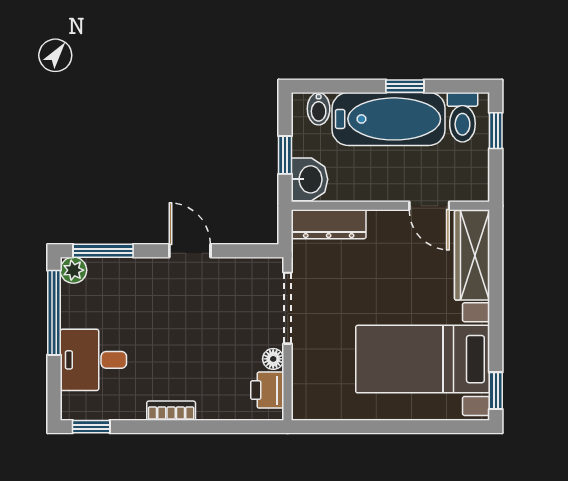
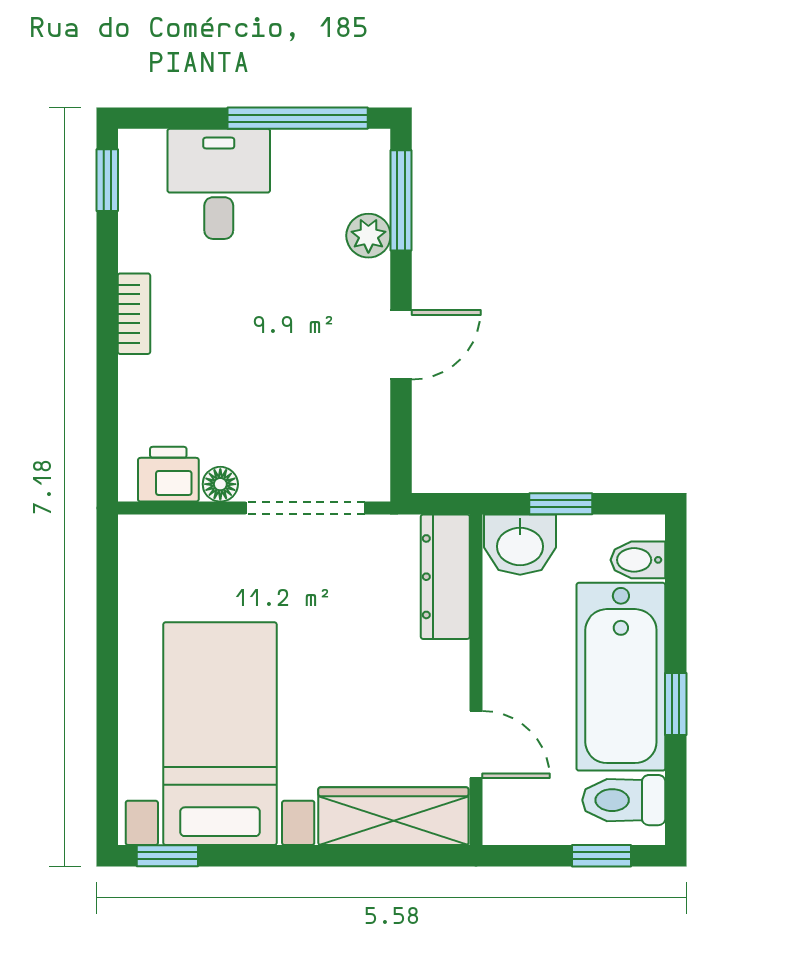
door: (429, 206) -> (476, 744), swing flipped
plant: (73, 270) -> (368, 236), moved

